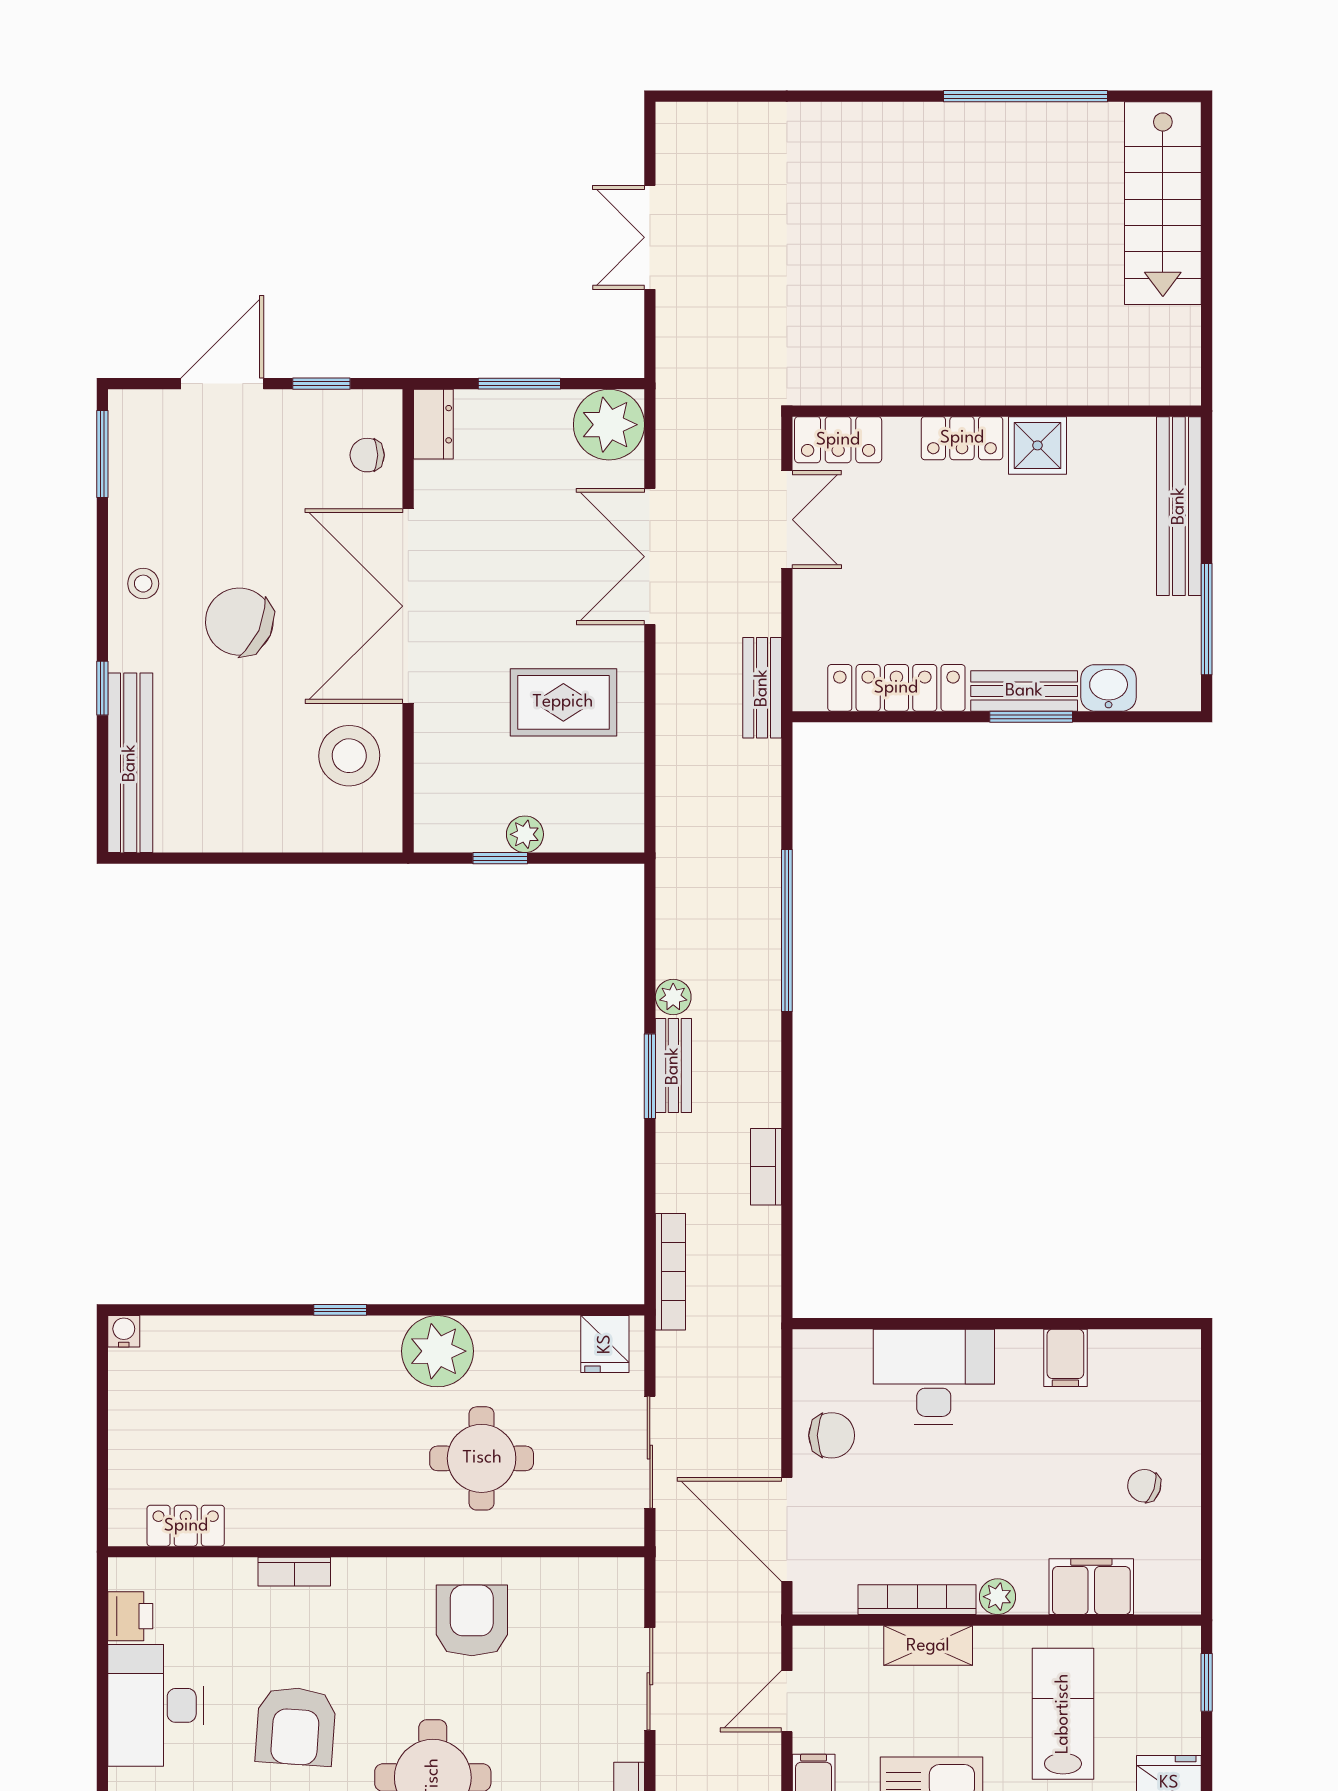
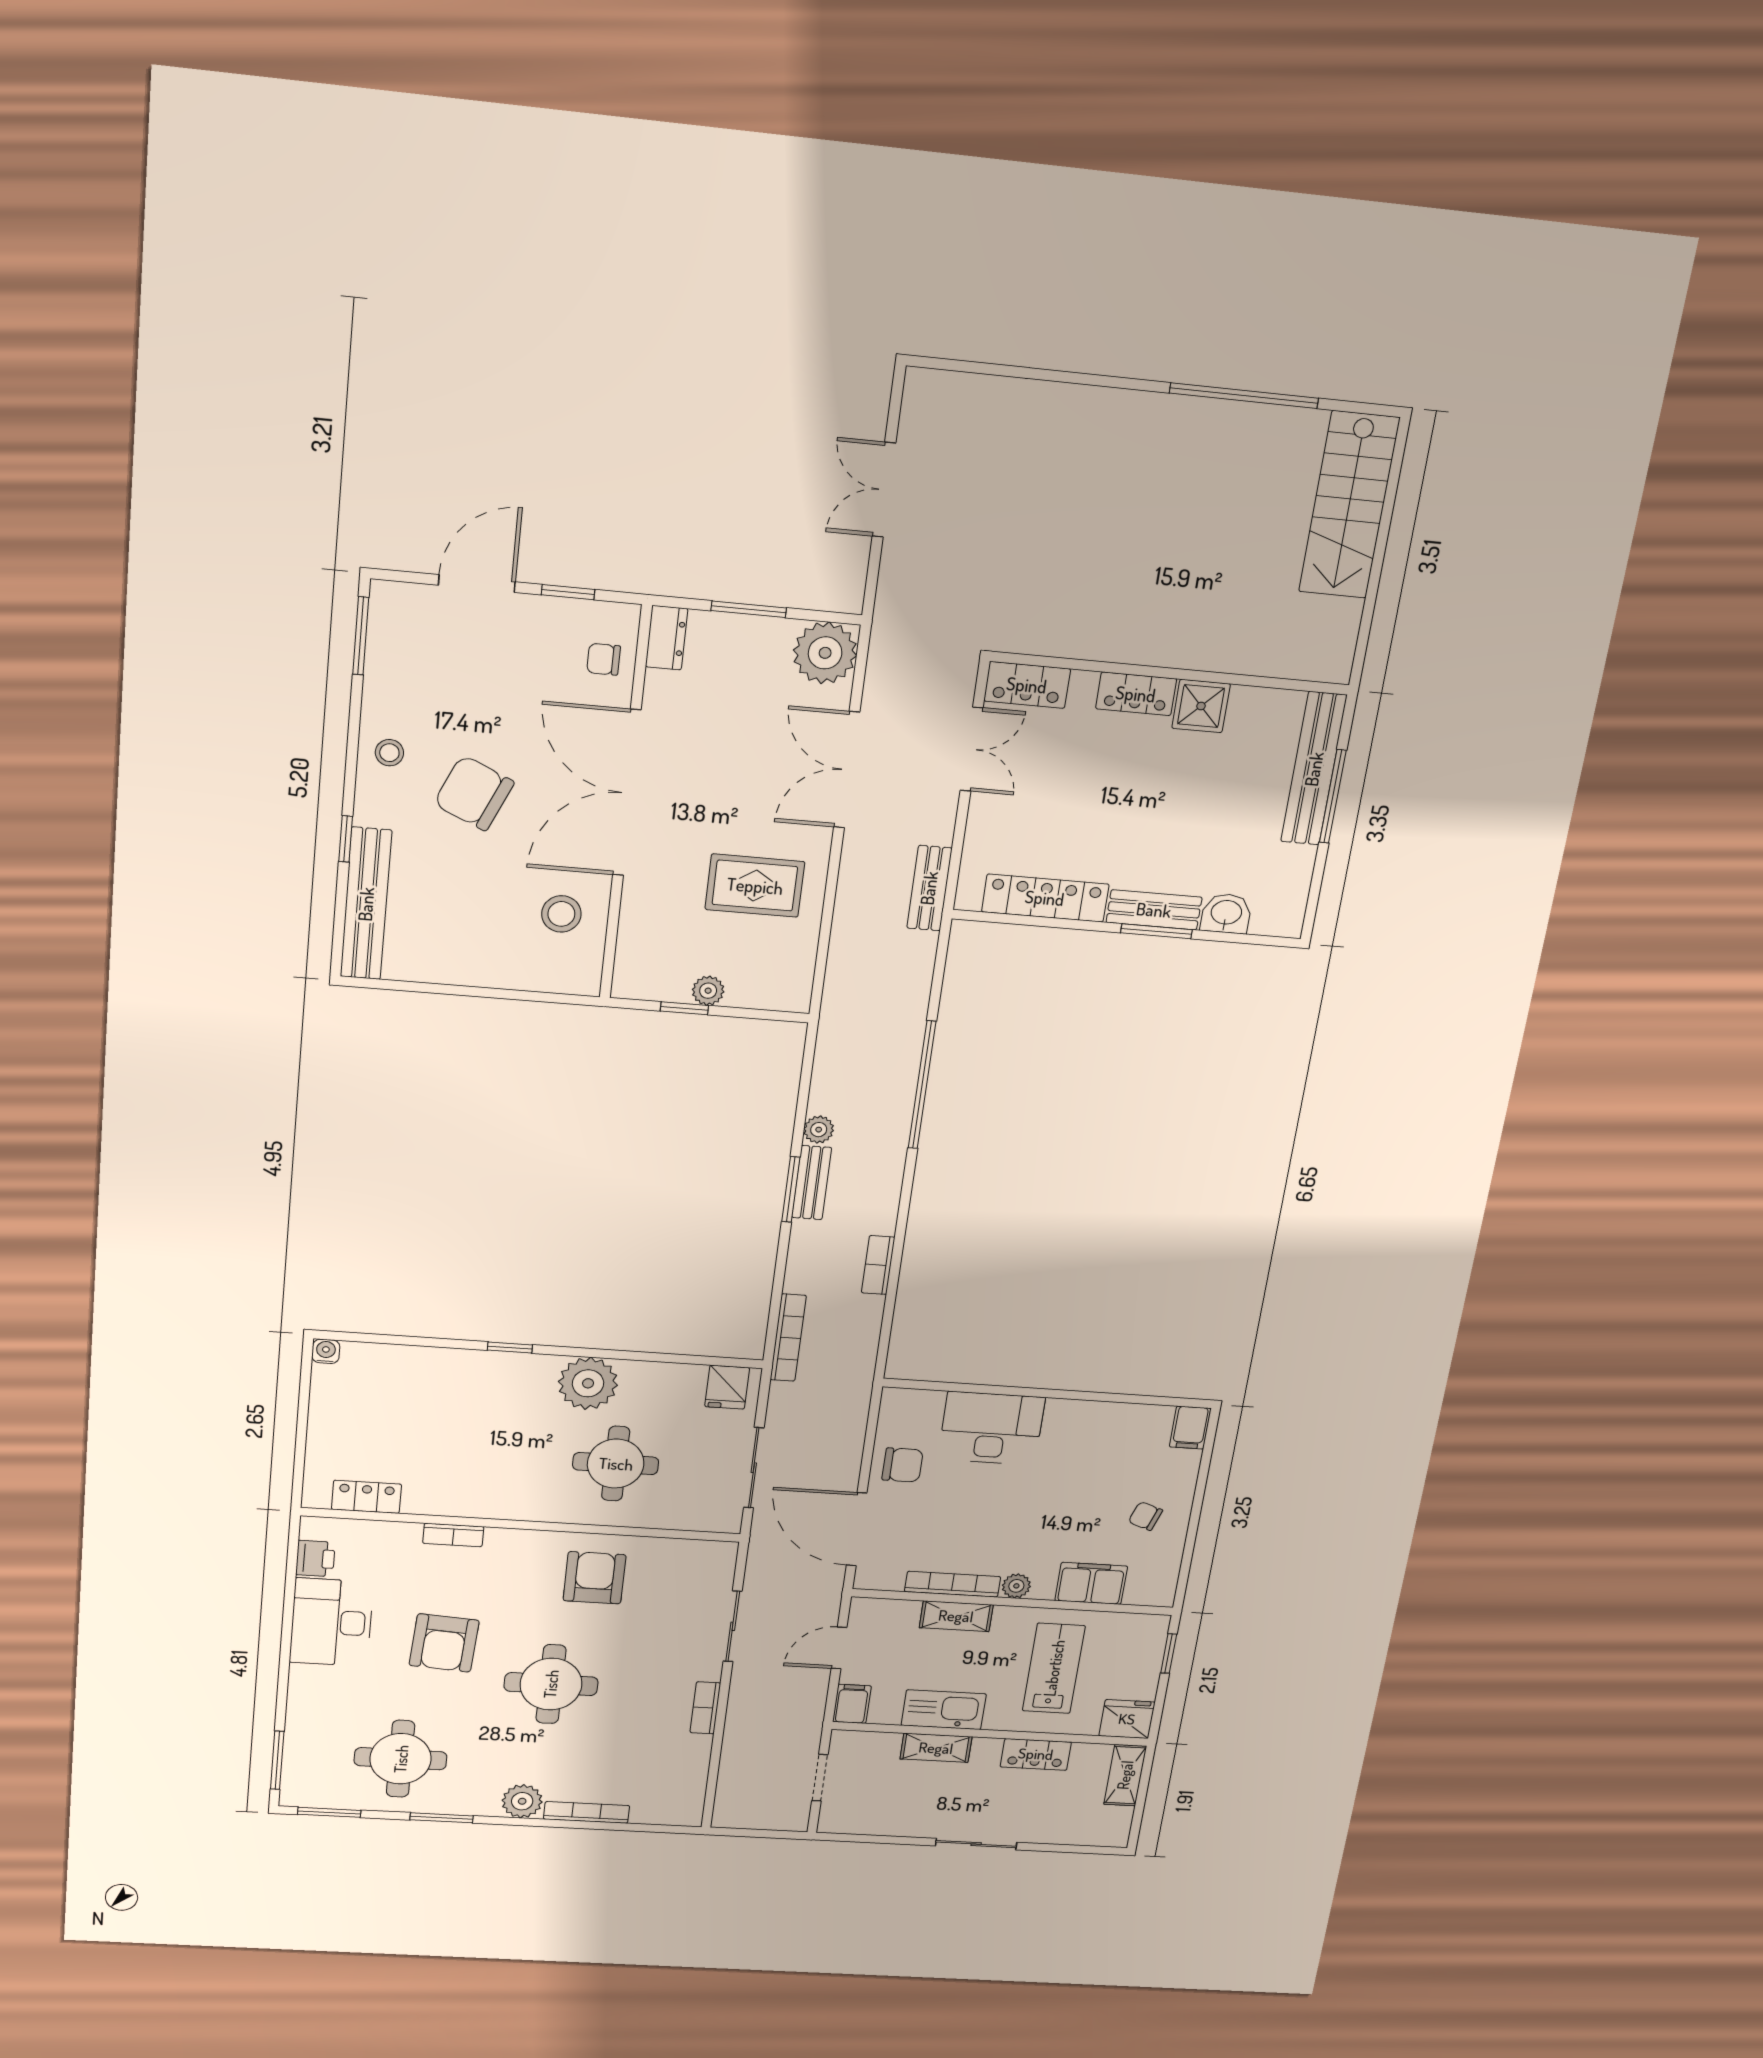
window: (1207, 619) -> (1333, 796), moved
stool: (349, 756) -> (561, 914), width x0.73, depth x0.73
filing cabinet: (1065, 1358) -> (1190, 1428), moved

